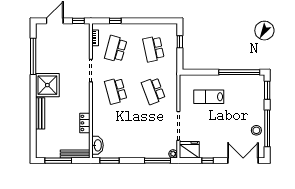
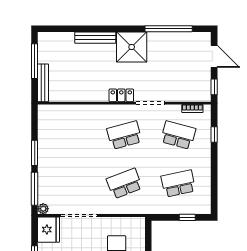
locker: (85, 123) -> (121, 95), moved
washbasin: (97, 145) -> (54, 111), removed
window: (110, 161) -> (35, 153), moved

